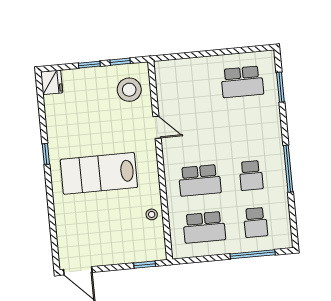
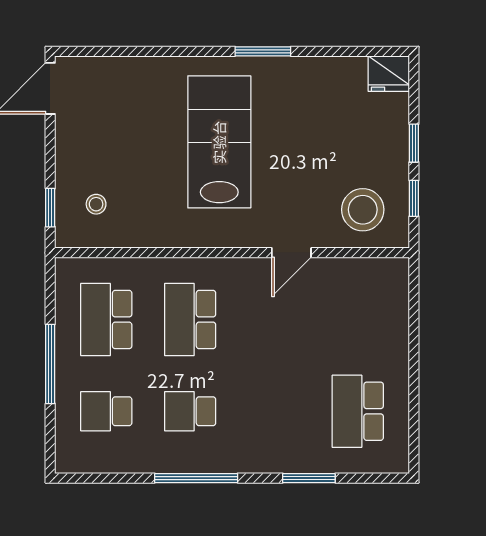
window: (280, 87) -> (309, 478), moved
window: (46, 154) -> (263, 51), width x1.50
stool: (152, 214) -> (96, 204), moved
window: (253, 254) -> (50, 364), moved

